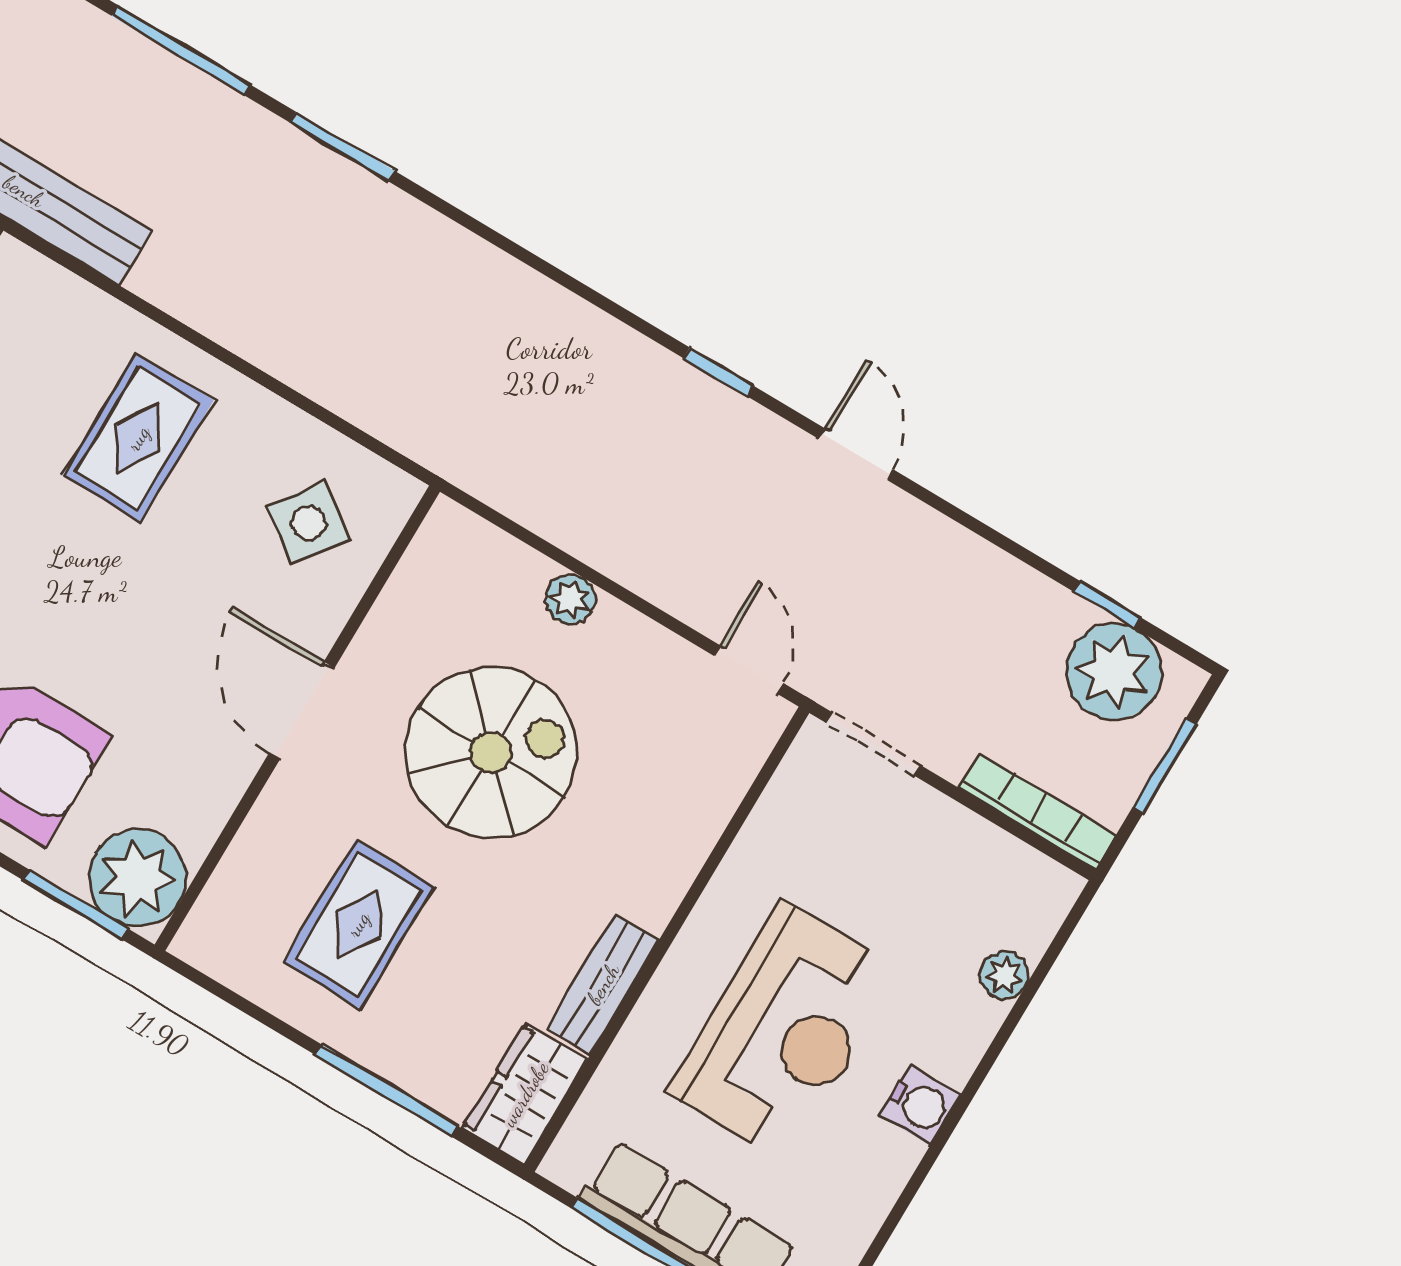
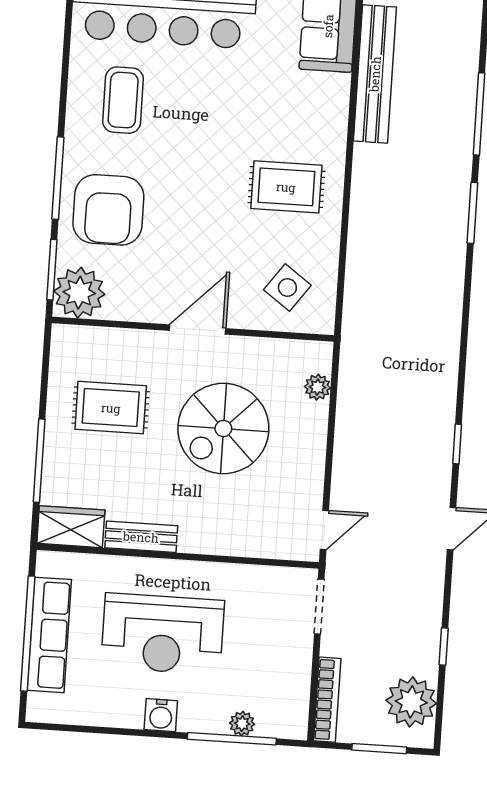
plant: (571, 599) -> (318, 387), moved
window: (1108, 605) -> (444, 647), moved
spiral stairs: (491, 752) -> (223, 429), turned 90
window: (1021, 1006) -> (232, 739), added

